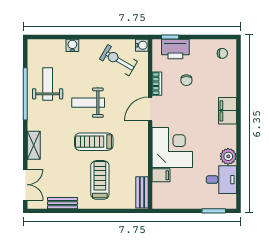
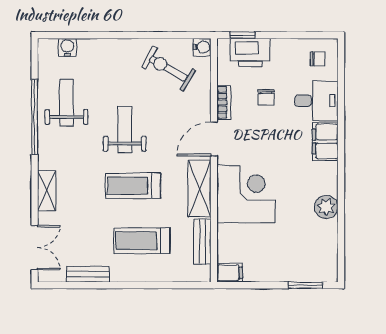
water cooler: (72, 45) -> (67, 47), moved
weight bench: (88, 103) -> (125, 130), turned 90
shelving: (140, 144) -> (200, 189), added
filing cabinet: (161, 175) -> (230, 273), moved
treadmill: (100, 180) -> (142, 241), turned -90
desk: (221, 180) -> (316, 101), moved
bench: (142, 192) -> (202, 241), moved

